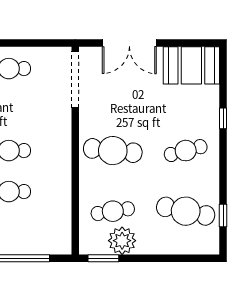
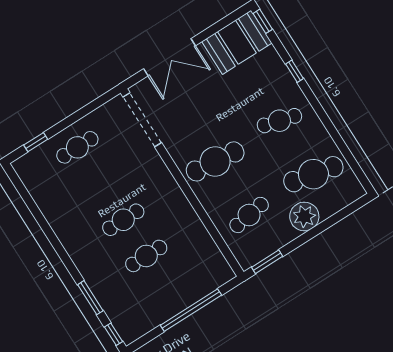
cafe table: (186, 151) -> (279, 121), turned 30
window: (223, 215) -> (263, 21), moved
plant: (122, 241) -> (304, 216), moved

